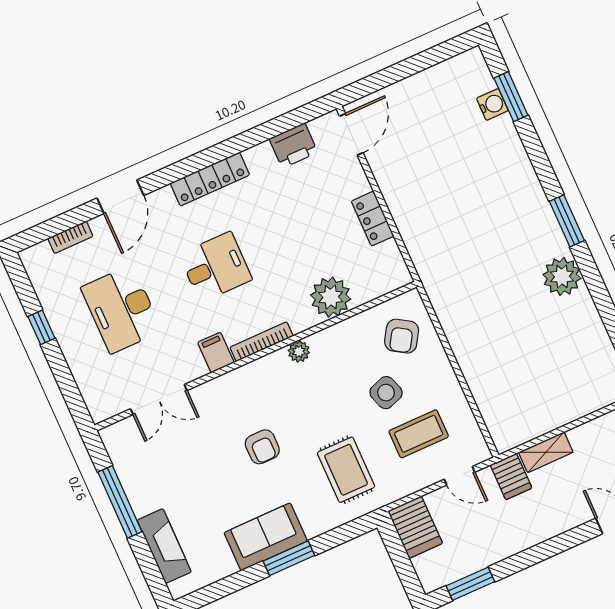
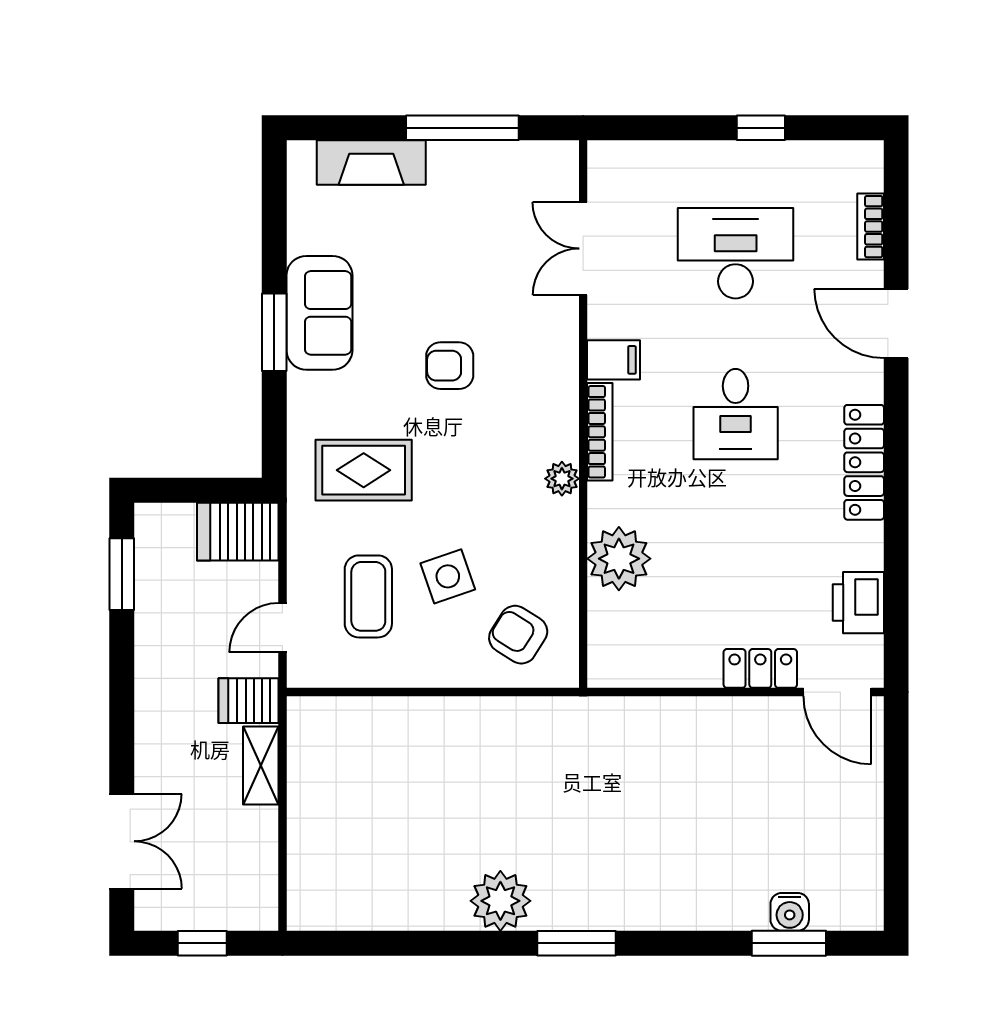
locker: (373, 219) -> (760, 668), moved

